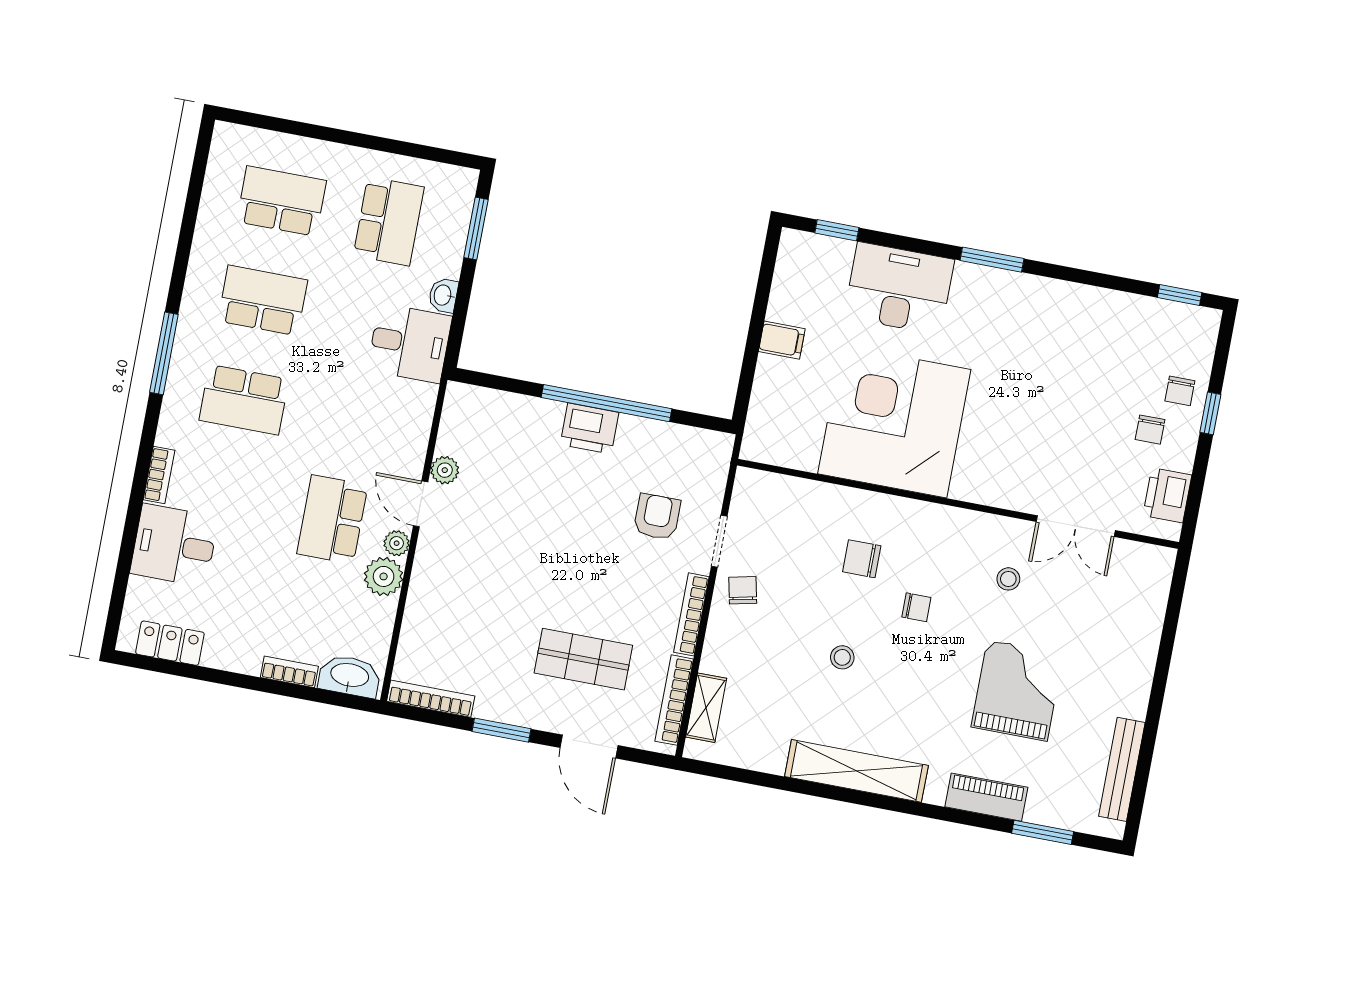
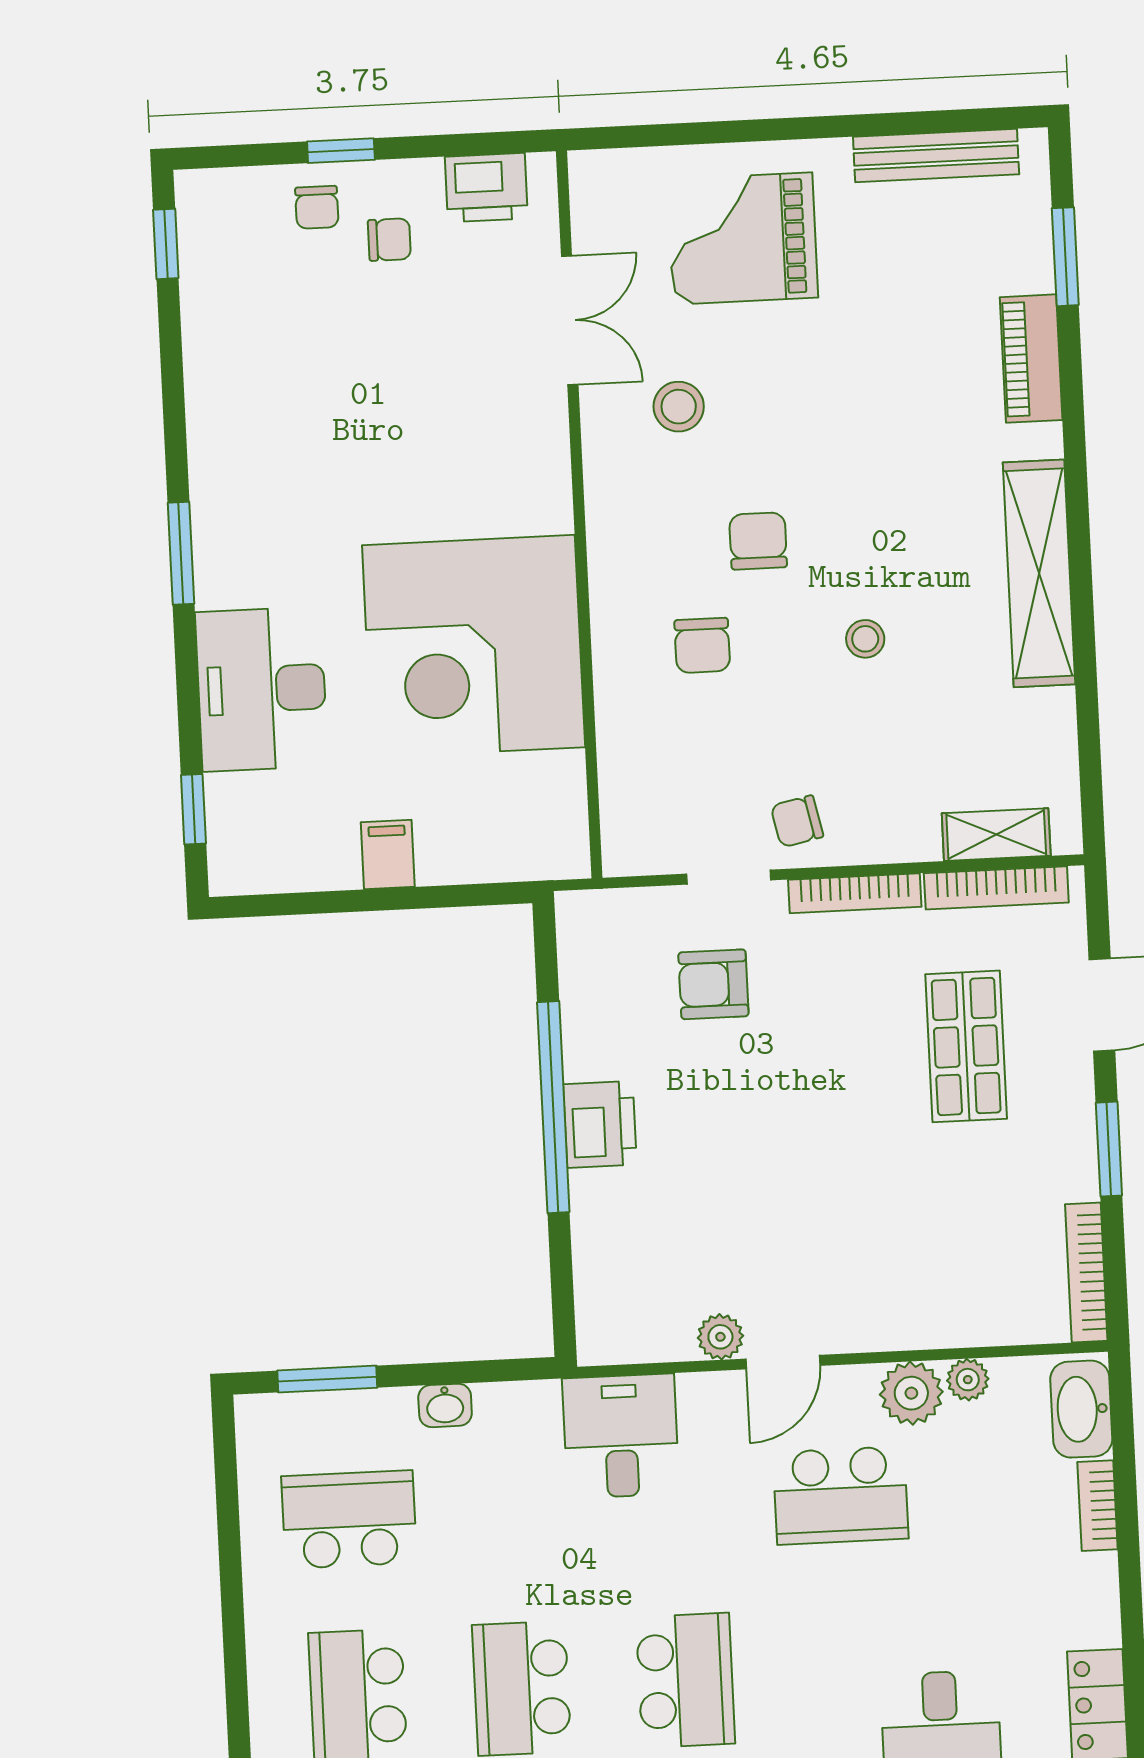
desk: (410, 343) -> (621, 1436), moved
chair: (1180, 391) -> (317, 207), turned 90
plant: (397, 543) -> (968, 1380), moved
stool: (1008, 579) -> (679, 407), width x1.37, depth x1.37
chair: (916, 607) -> (758, 541), width x1.37, depth x1.37
grand piano: (1017, 690) -> (743, 238), moved

